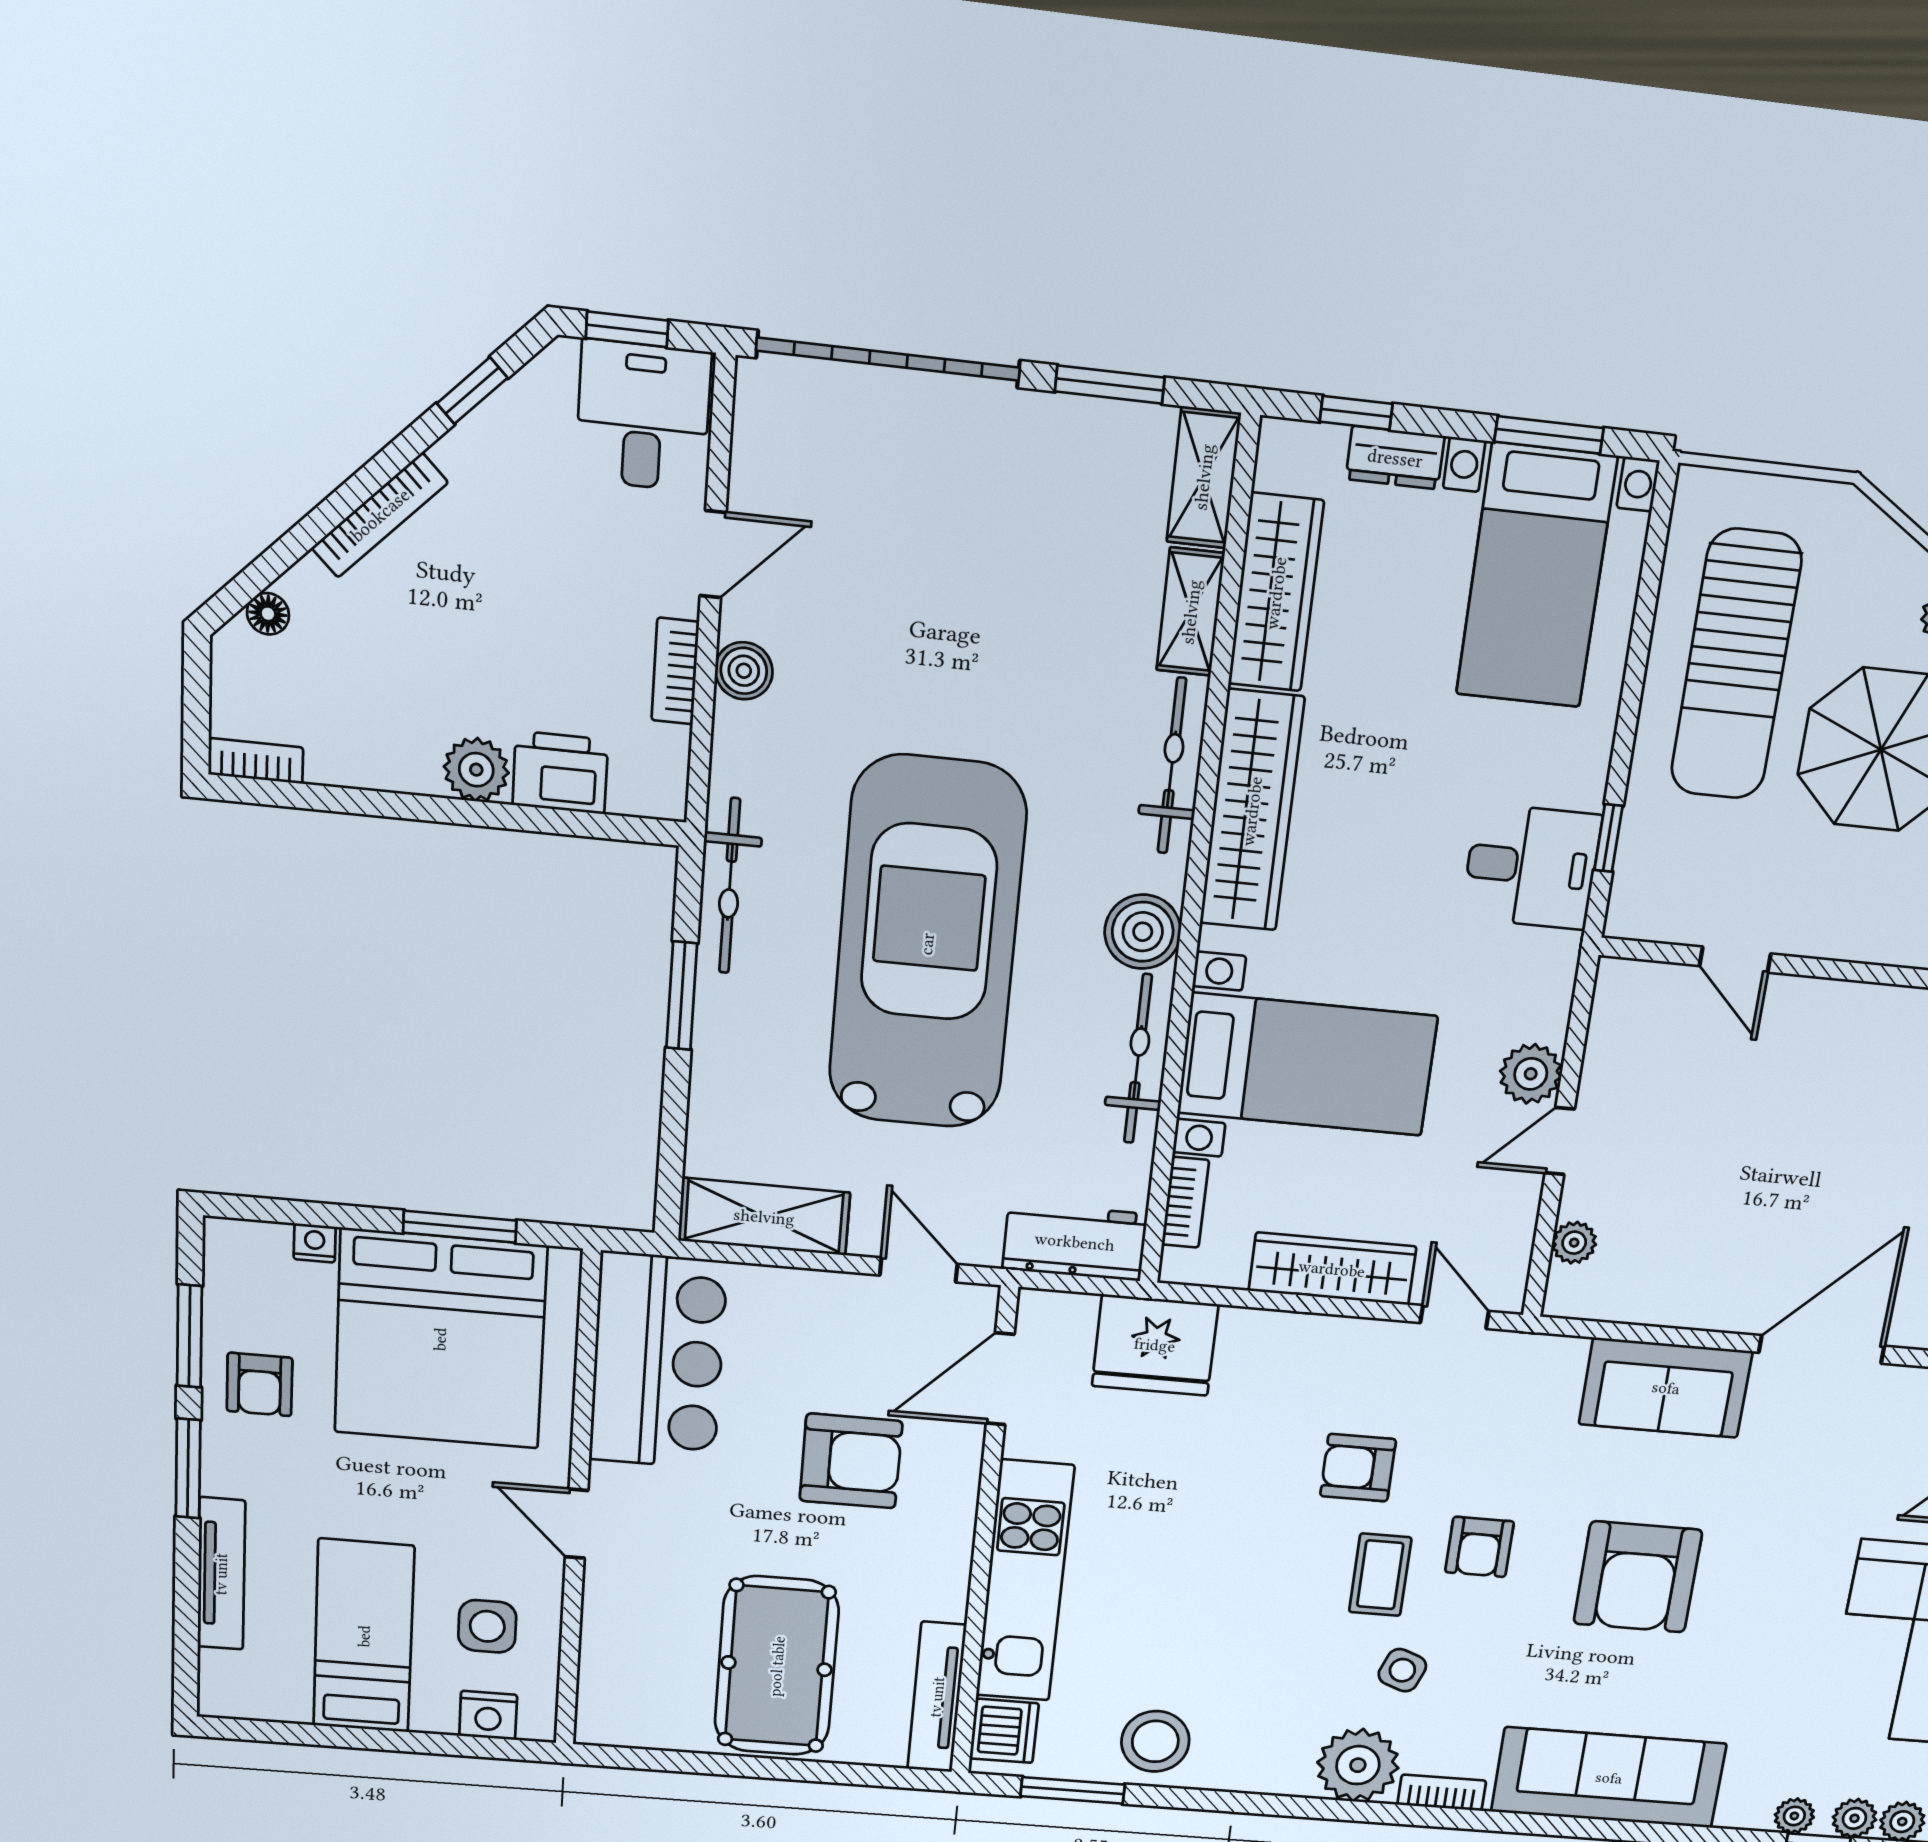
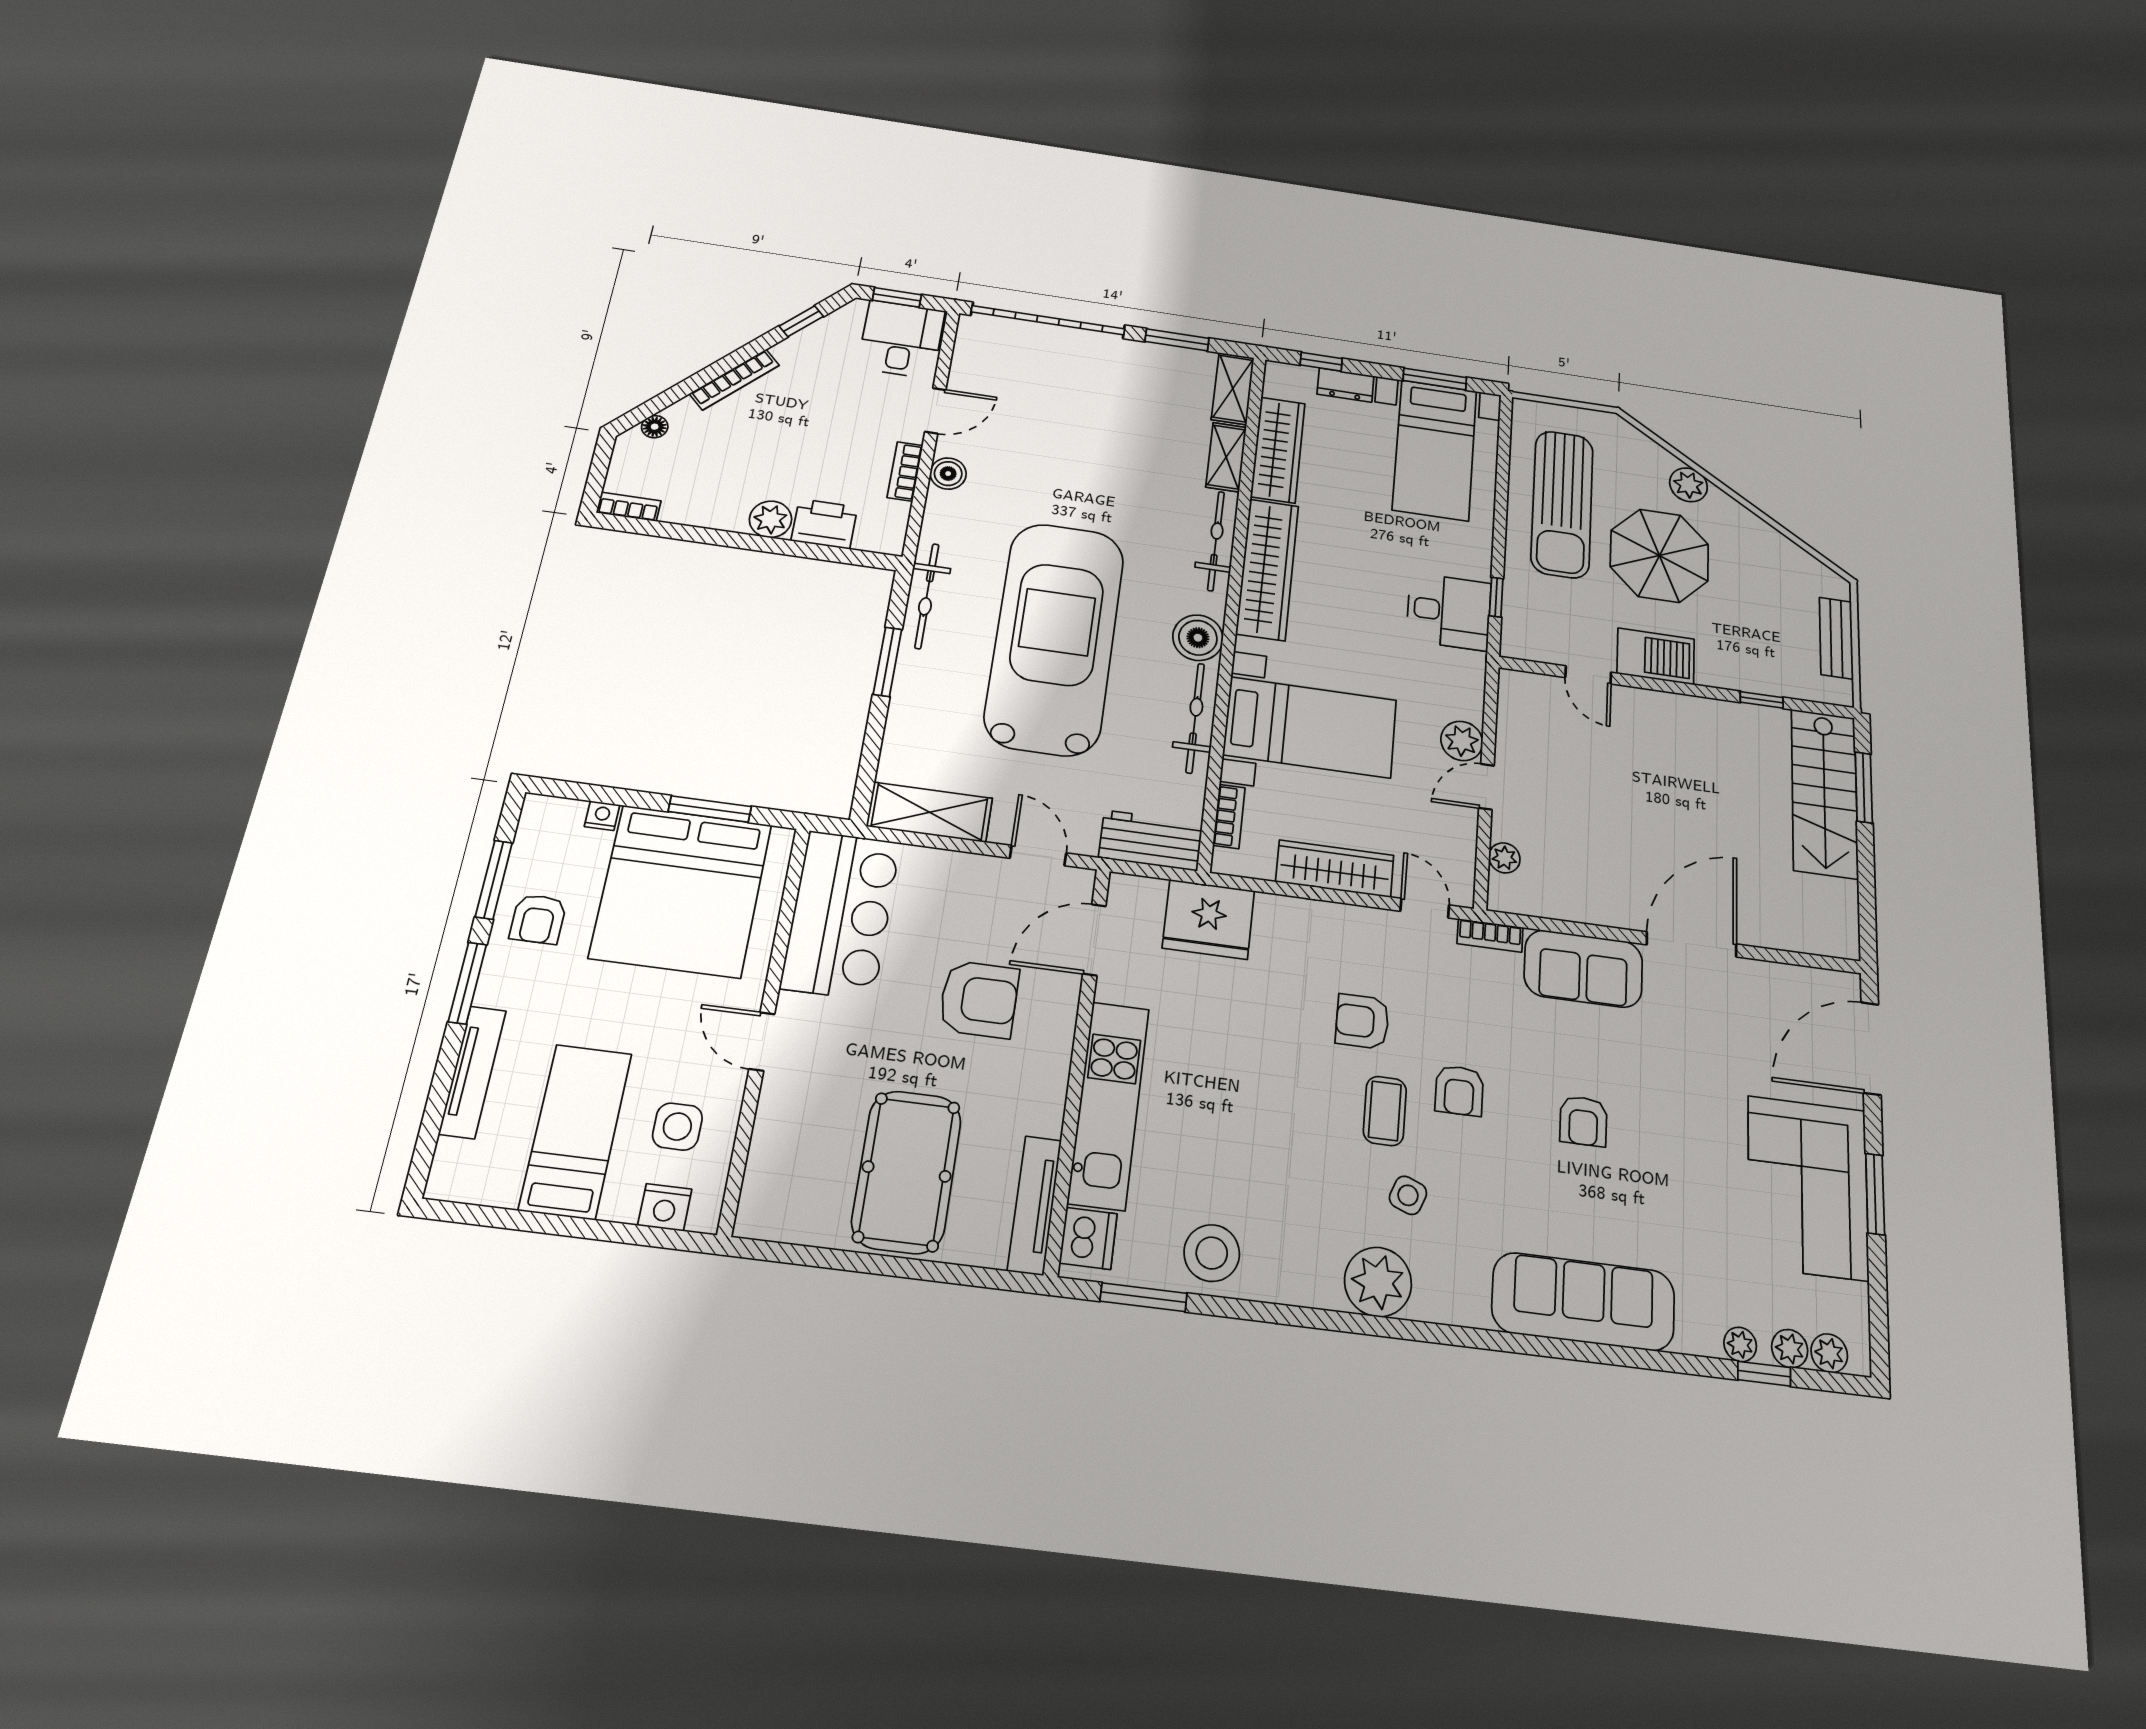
barbecue: (1845, 924) -> (1656, 656), added
armchair: (1638, 1577) -> (1583, 1121), width x0.53, depth x0.53
bookcase: (1442, 1793) -> (1490, 935), moved, turned 180

